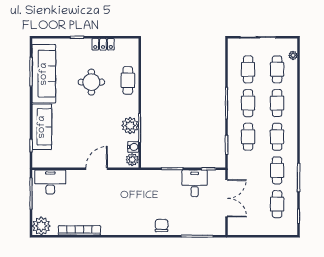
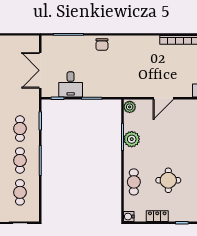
water cooler: (133, 147) -> (129, 217), moved

